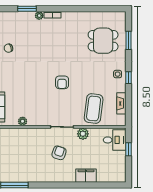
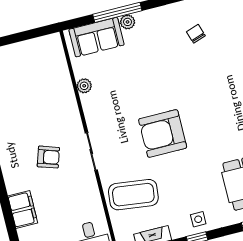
armchair: (62, 82) -> (163, 133), width x1.88, depth x1.88
plant: (83, 134) -> (89, 188), removed

